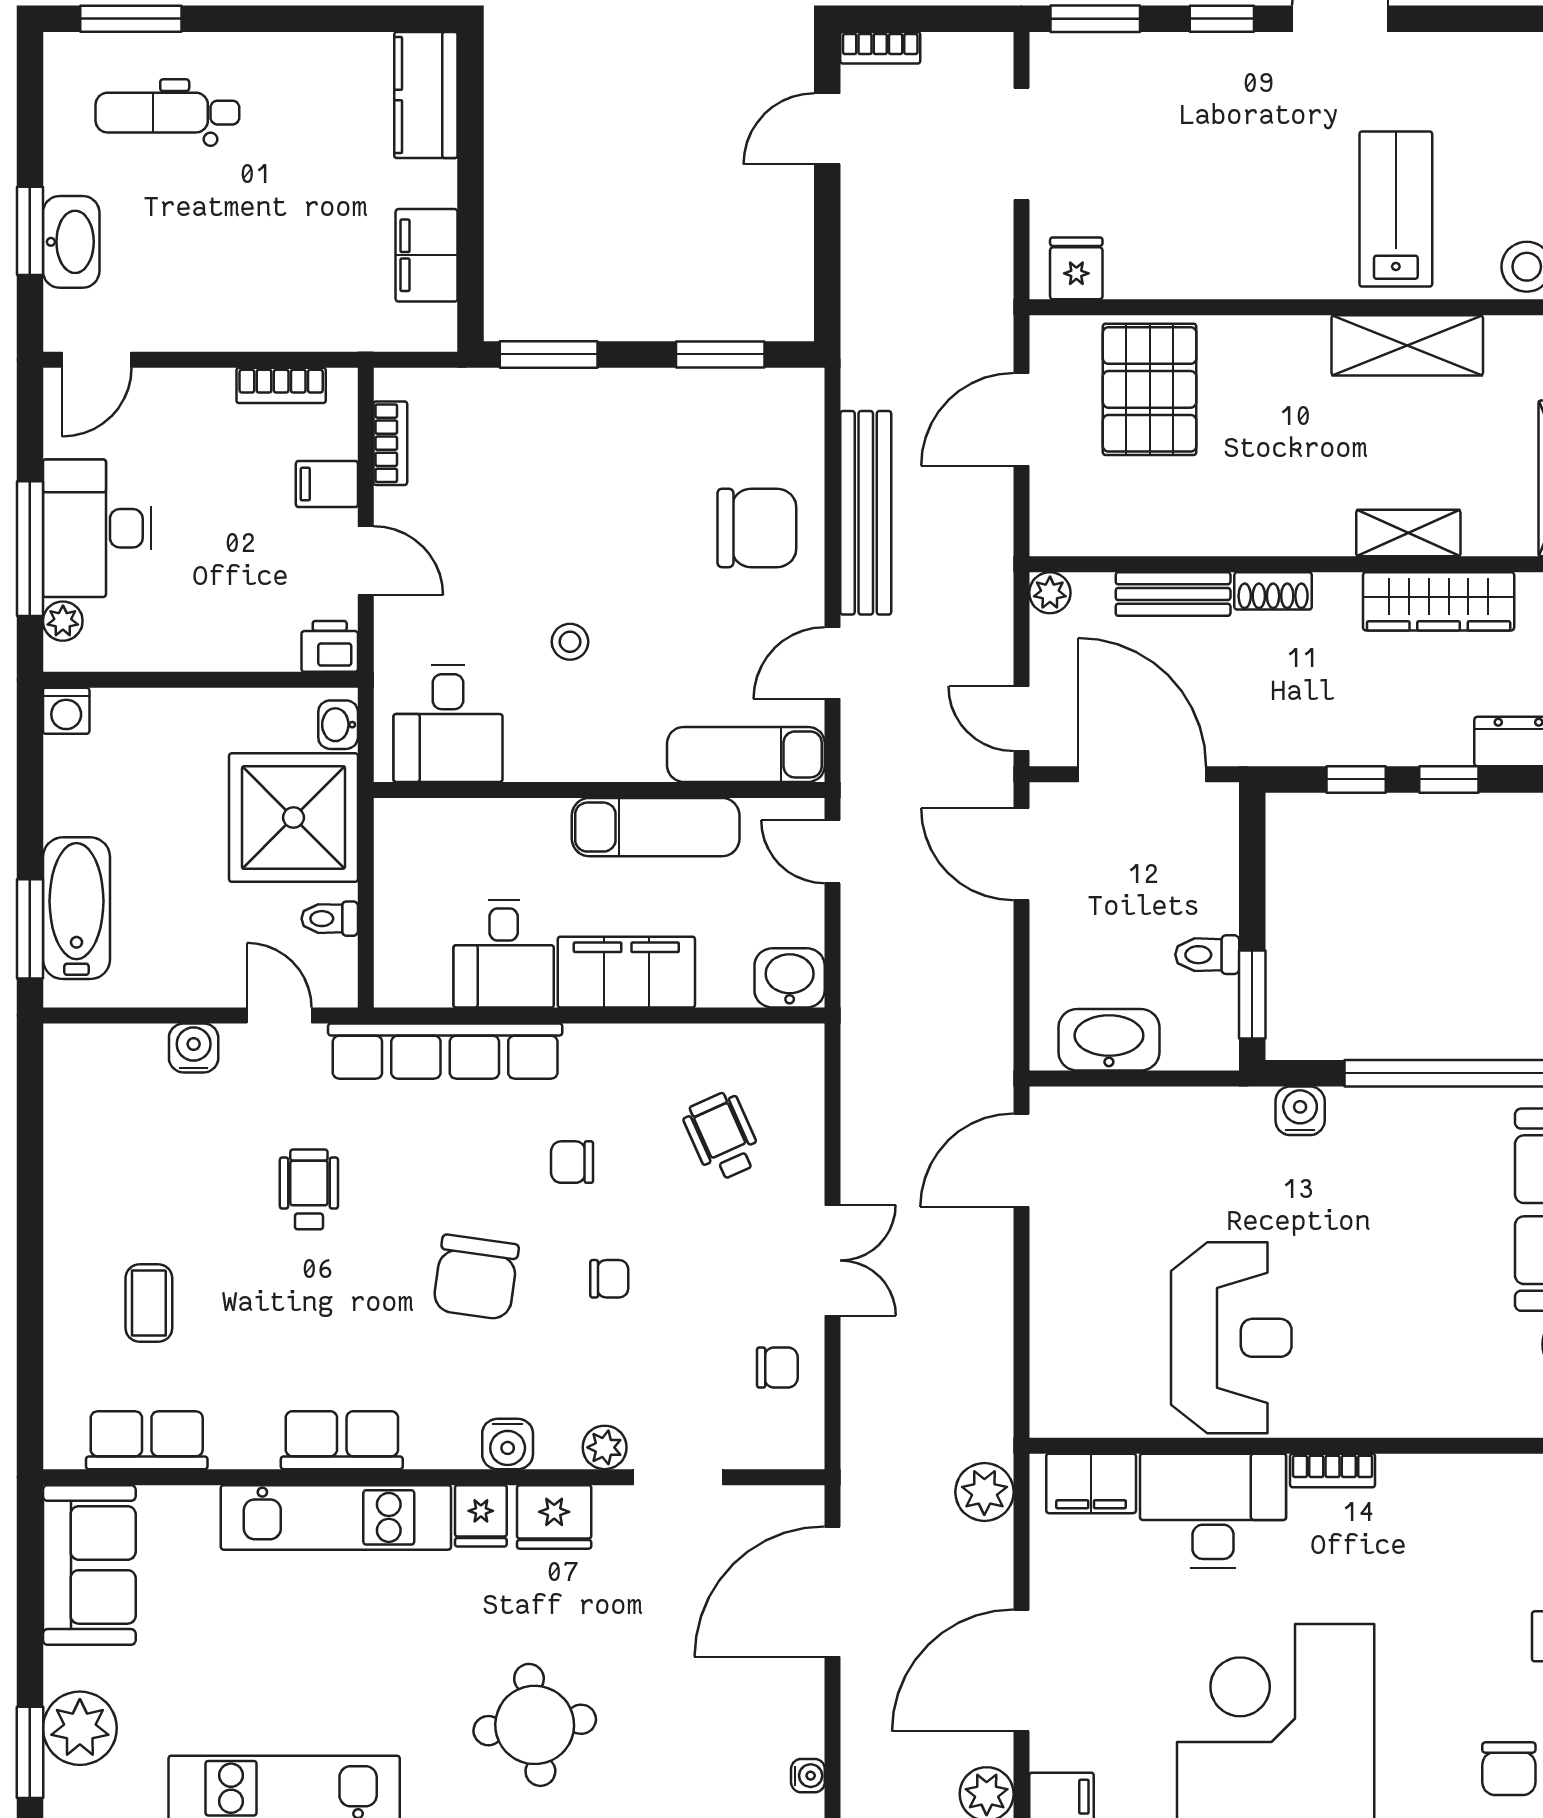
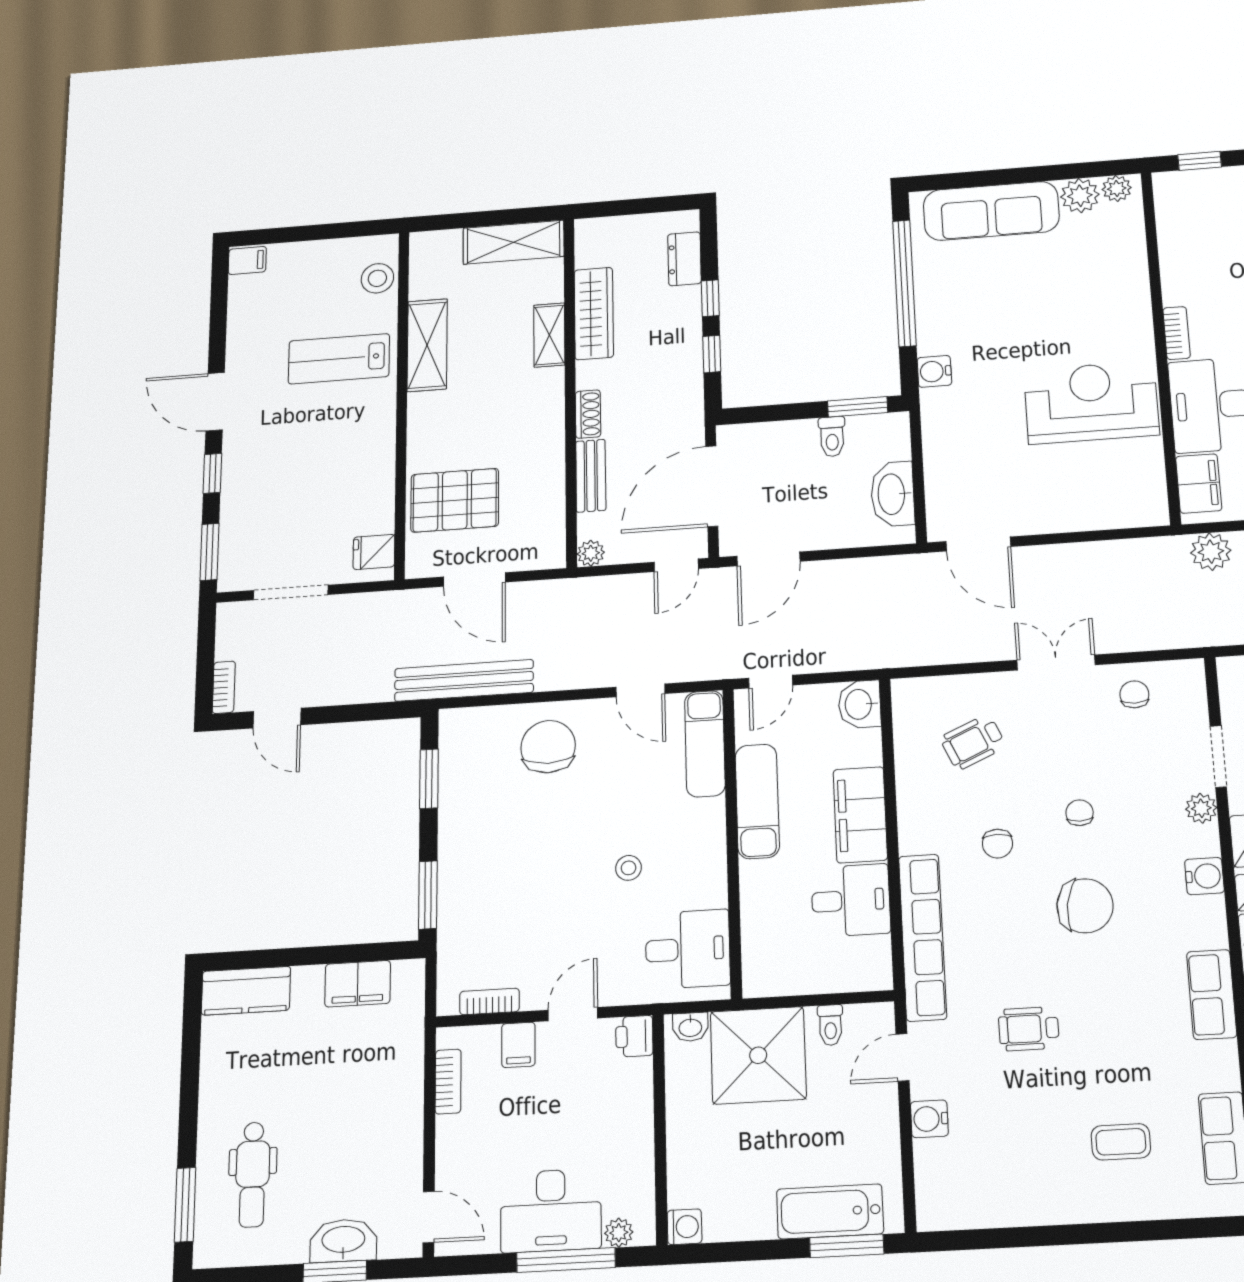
bench: (866, 513) -> (464, 680), moved

